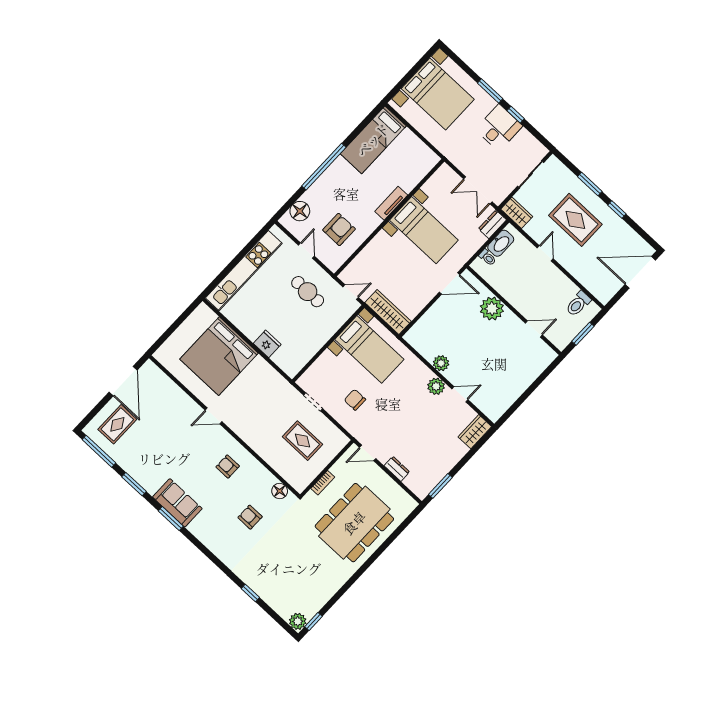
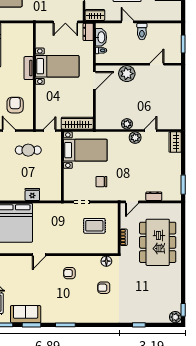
toilet: (578, 304) -> (142, 31), moved
sofa: (177, 503) -> (26, 314), moved

